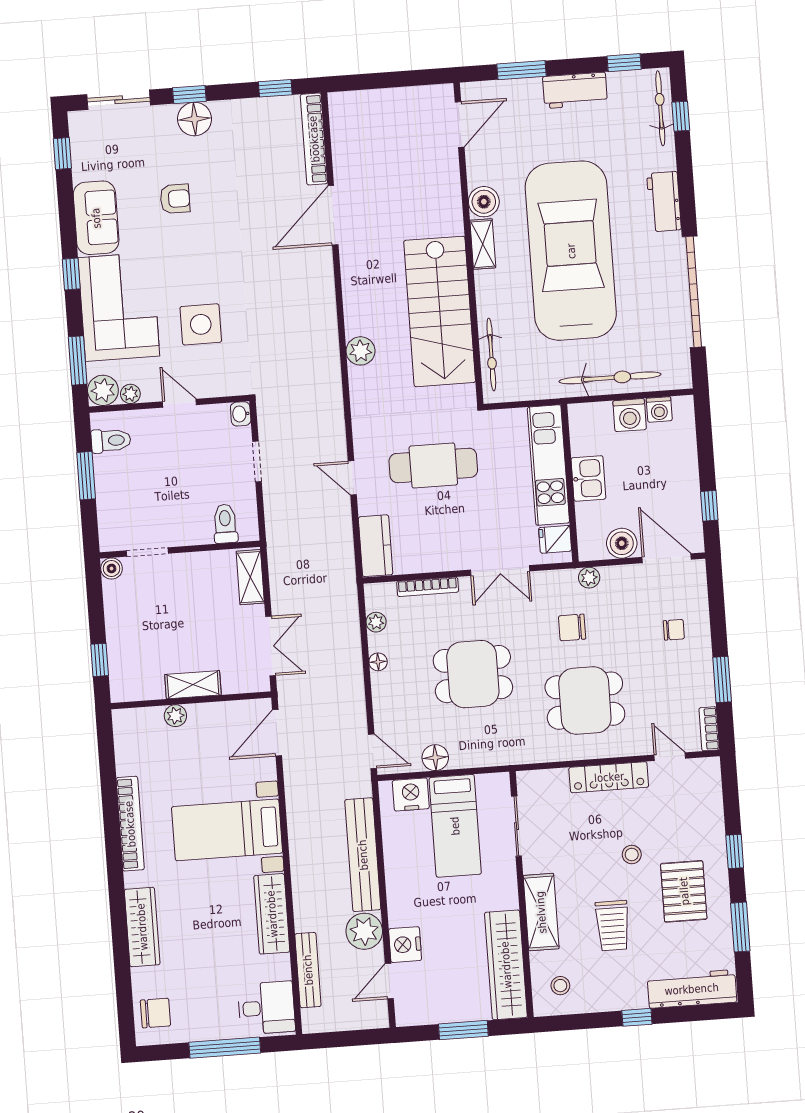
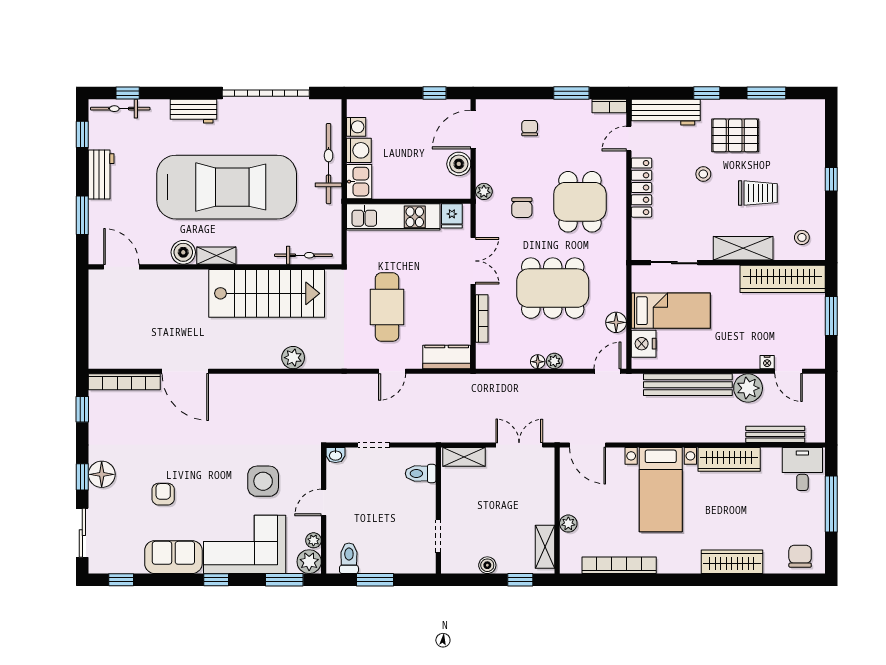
car: (571, 251) -> (227, 187), turned 180
kitchen sink: (588, 478) -> (359, 182), moved, turned 90
boiler: (112, 568) -> (487, 565), moved
plant: (376, 622) -> (554, 361), moved
dining table: (473, 674) -> (553, 288), width x1.38
shelving: (193, 685) -> (545, 547), moved
bookcase: (130, 824) -> (619, 565), moved
nightstand: (405, 945) -> (767, 362), width x0.53, depth x0.56
workbench: (692, 989) -> (666, 112), moved, turned -90

